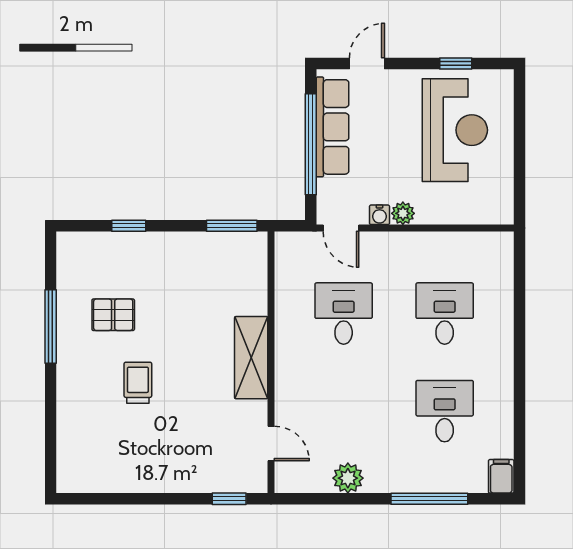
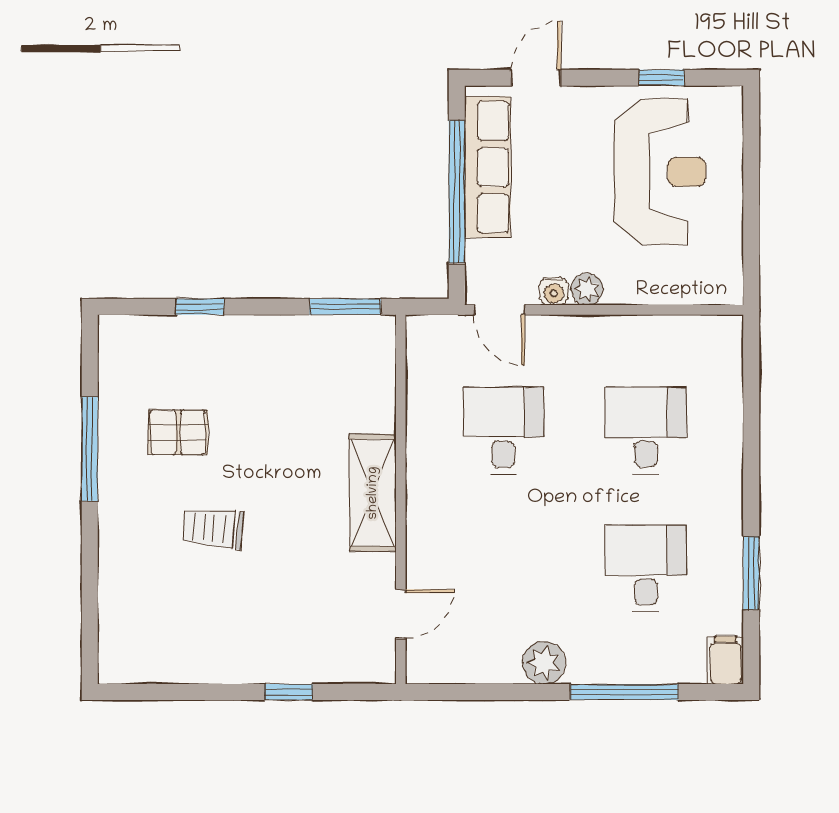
trolley: (138, 383) -> (213, 528), turned -85
window: (519, 415) -> (751, 573), added
door: (271, 443) -> (401, 614), hinge flipped
plant: (348, 478) -> (544, 663), moved
window: (229, 499) -> (289, 692), moved

